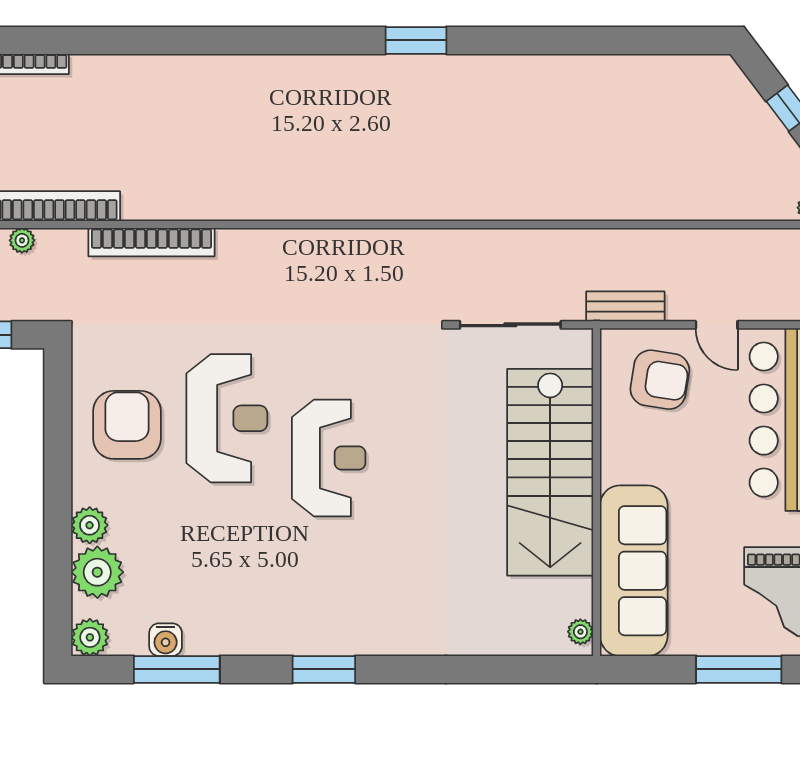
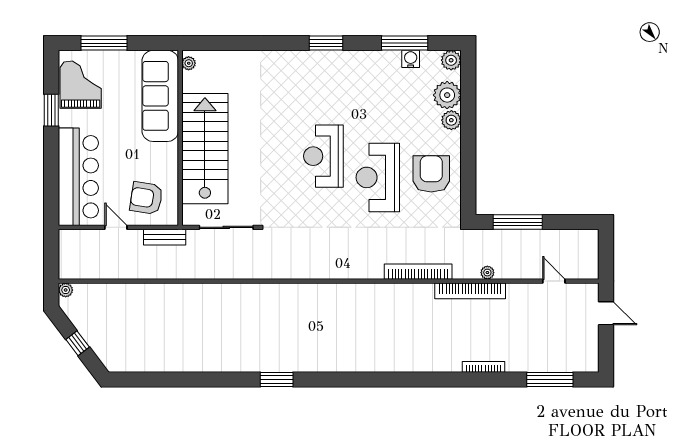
armchair: (127, 425) -> (431, 174), turned 180

